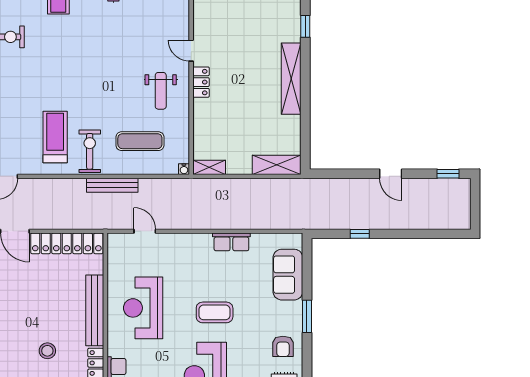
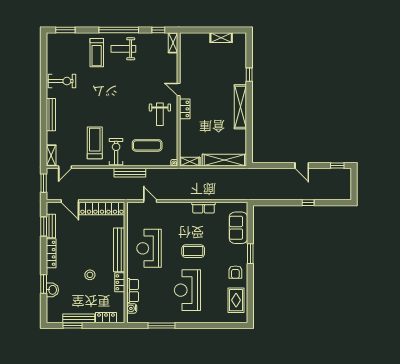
shelving: (277, 165) -> (224, 160), width x1.47
window: (360, 234) -> (308, 203), moved

